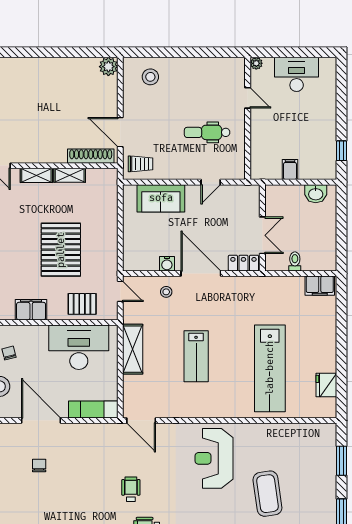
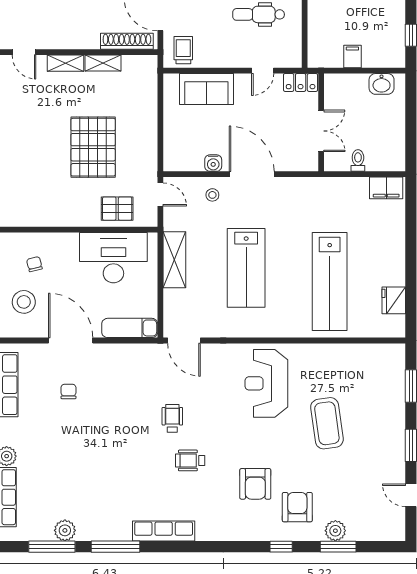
trolley: (141, 164) -> (183, 50), turned -90
locker: (243, 263) -> (301, 82), moved, turned 180
filing cabinet: (31, 310) -> (59, 215), removed
lab bench: (196, 356) -> (246, 268), width x1.36, depth x1.39

